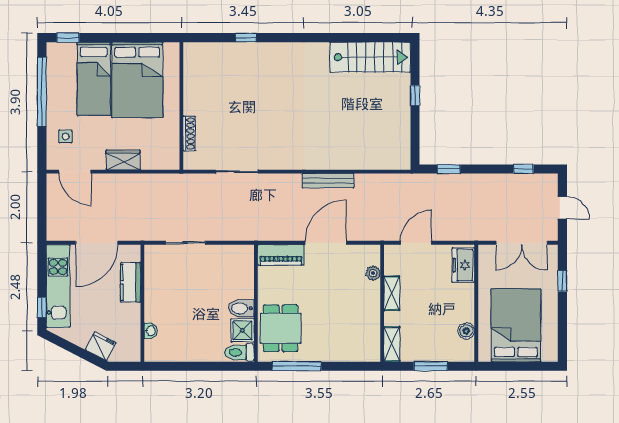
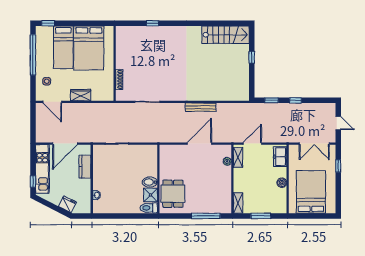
window: (523, 169) -> (296, 100), moved
piano: (281, 255) -> (173, 151), removed
shelving: (392, 293) -> (238, 157), moved
boiler: (466, 331) -> (282, 183), moved
window: (297, 366) -> (206, 216), moved

